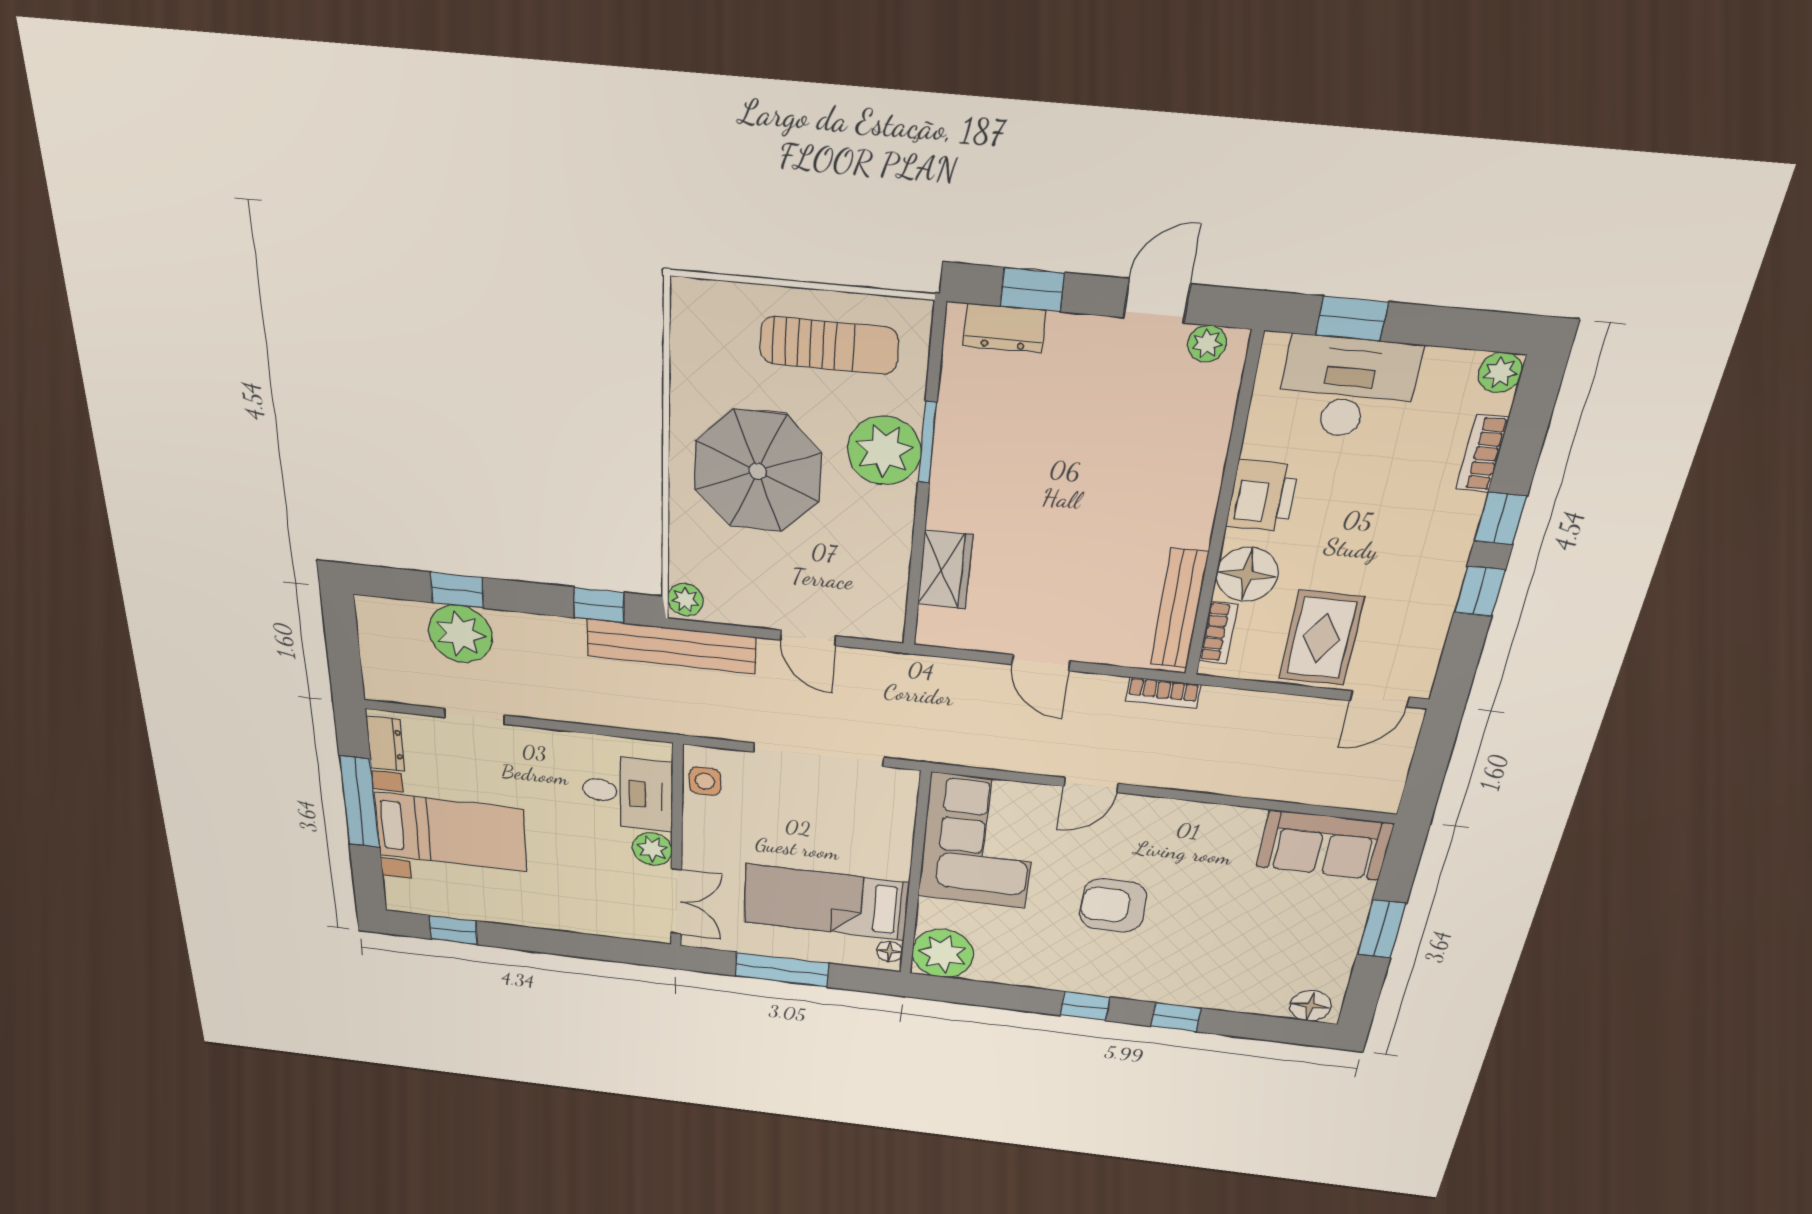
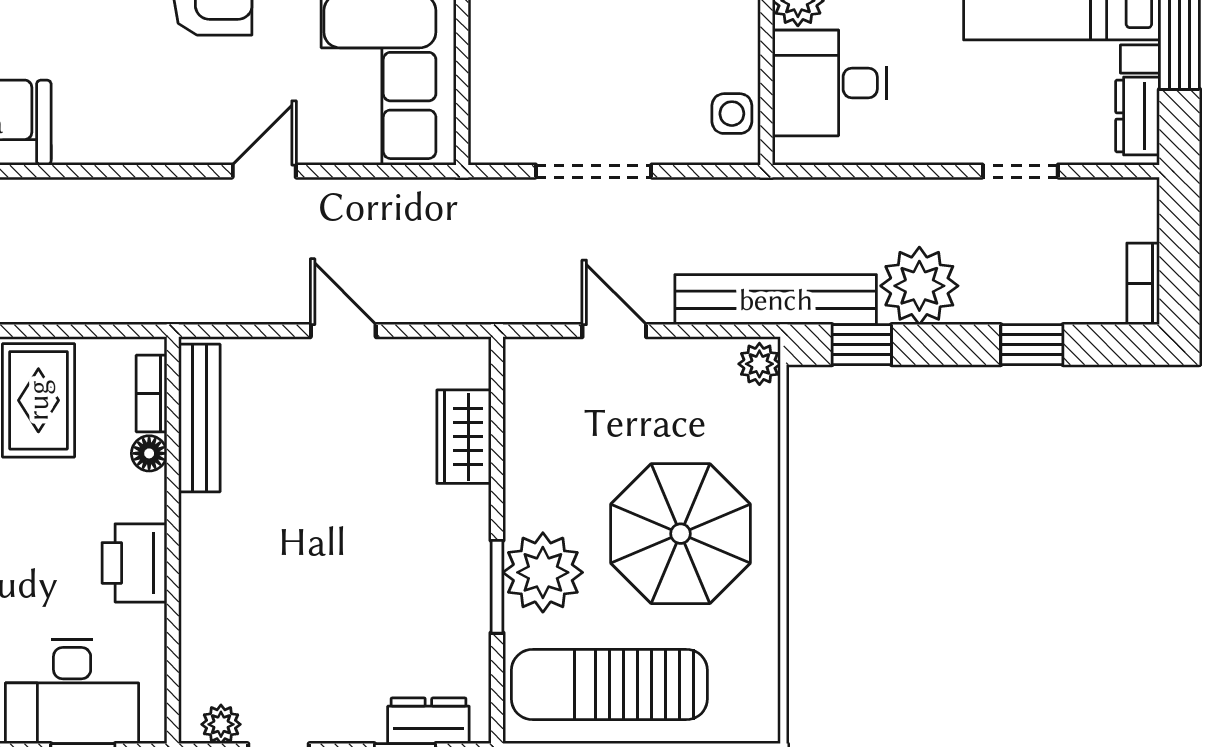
sun lounger: (829, 345) -> (609, 685), width x1.36, depth x1.34
floor lamp: (1247, 574) -> (149, 453), width x0.53, depth x0.53
plant: (461, 634) -> (919, 286), moved
bookcase: (1163, 693) -> (1143, 284), moved, turned -90
doorway: (818, 755) -> (594, 171), width x0.73

